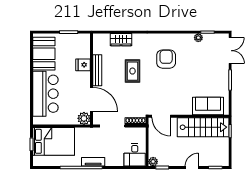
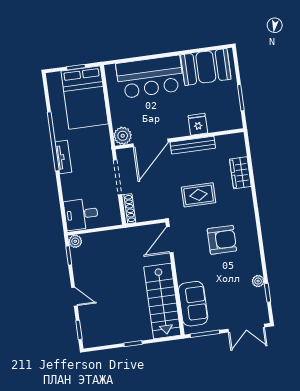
sofa: (208, 106) -> (193, 304), moved
door: (161, 116) -> (170, 240), moved
wall: (189, 116) -> (175, 278), moved
stairs: (203, 127) -> (162, 301), moved

